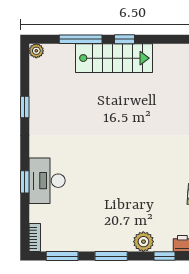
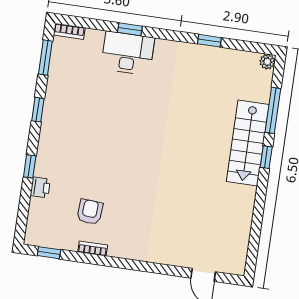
plant: (143, 242) -> (48, 146), removed
window: (111, 256) -> (38, 110), width x0.67

